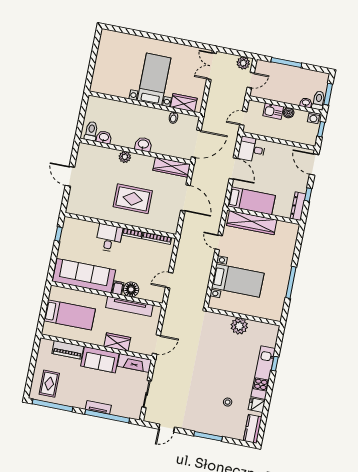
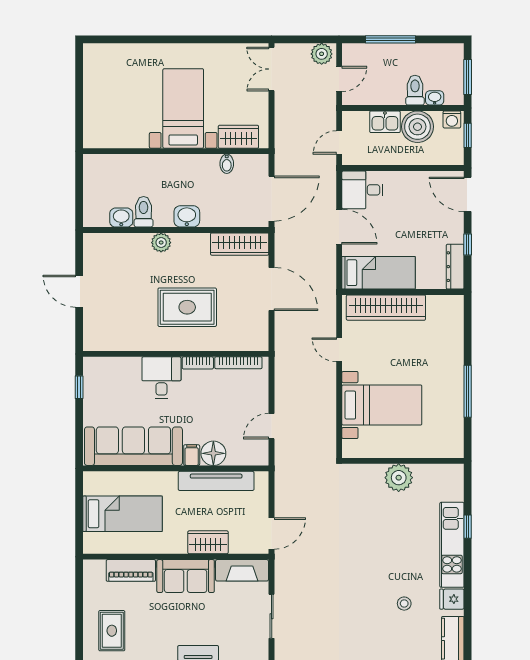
toilet: (319, 100) -> (415, 90), moved
boiler: (289, 113) -> (417, 127), width x1.86, depth x1.86
toilet: (91, 131) -> (144, 212), moved

